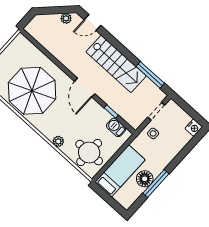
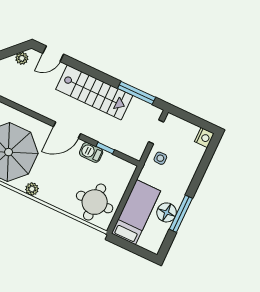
door: (85, 88) -> (67, 130), hinge flipped
barbecue: (116, 127) -> (91, 152), moved
plant: (58, 141) -> (32, 189), moved

